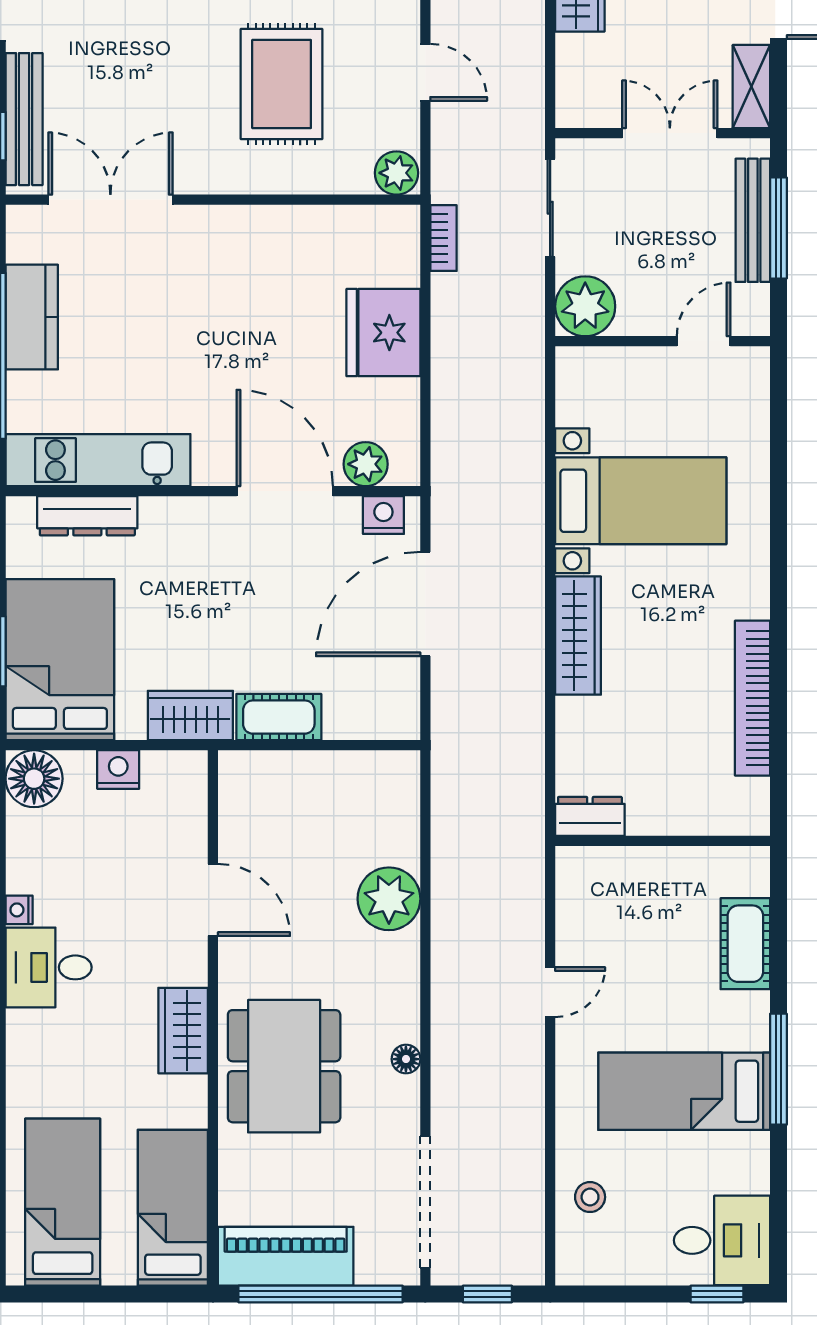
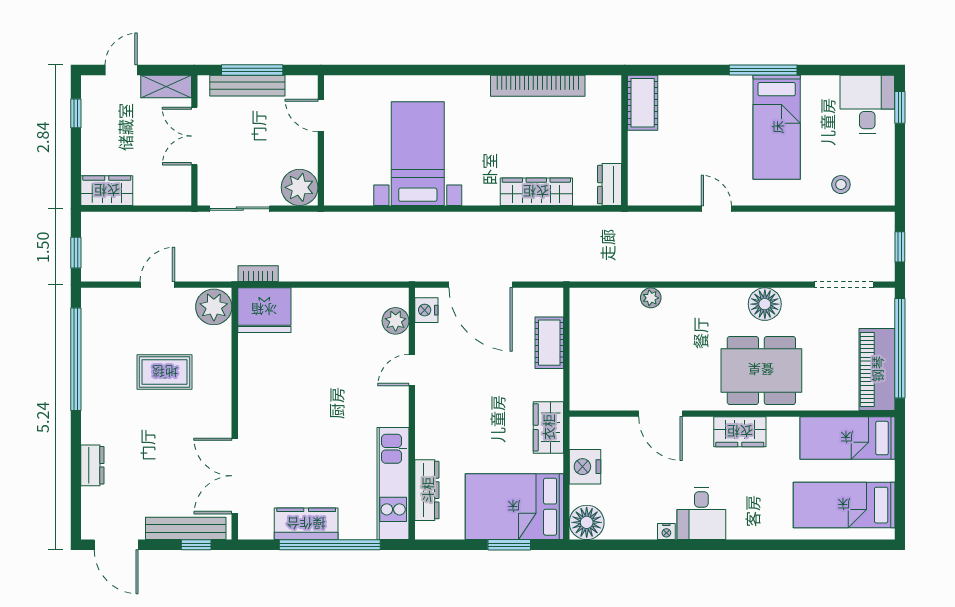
rug: (282, 84) -> (165, 372), width x0.73, depth x0.70
plant: (396, 173) -> (214, 307), width x1.36, depth x1.36
fridge: (383, 333) -> (264, 310), moved
door: (285, 491) -> (412, 370), width x0.53
wardrobe: (578, 636) -> (536, 192), moved
cot: (279, 717) -> (549, 343), moved
nightstand: (118, 769) -> (585, 467), width x1.36, depth x1.33
plant: (389, 899) -> (651, 298), width x0.53, depth x0.53
door: (213, 900) -> (660, 414), swing flipped
cot: (745, 944) -> (643, 103), moved, turned 90
floor lamp: (406, 1059) -> (765, 304), width x1.89, depth x1.89
doorway: (425, 1202) -> (844, 285), width x0.73

